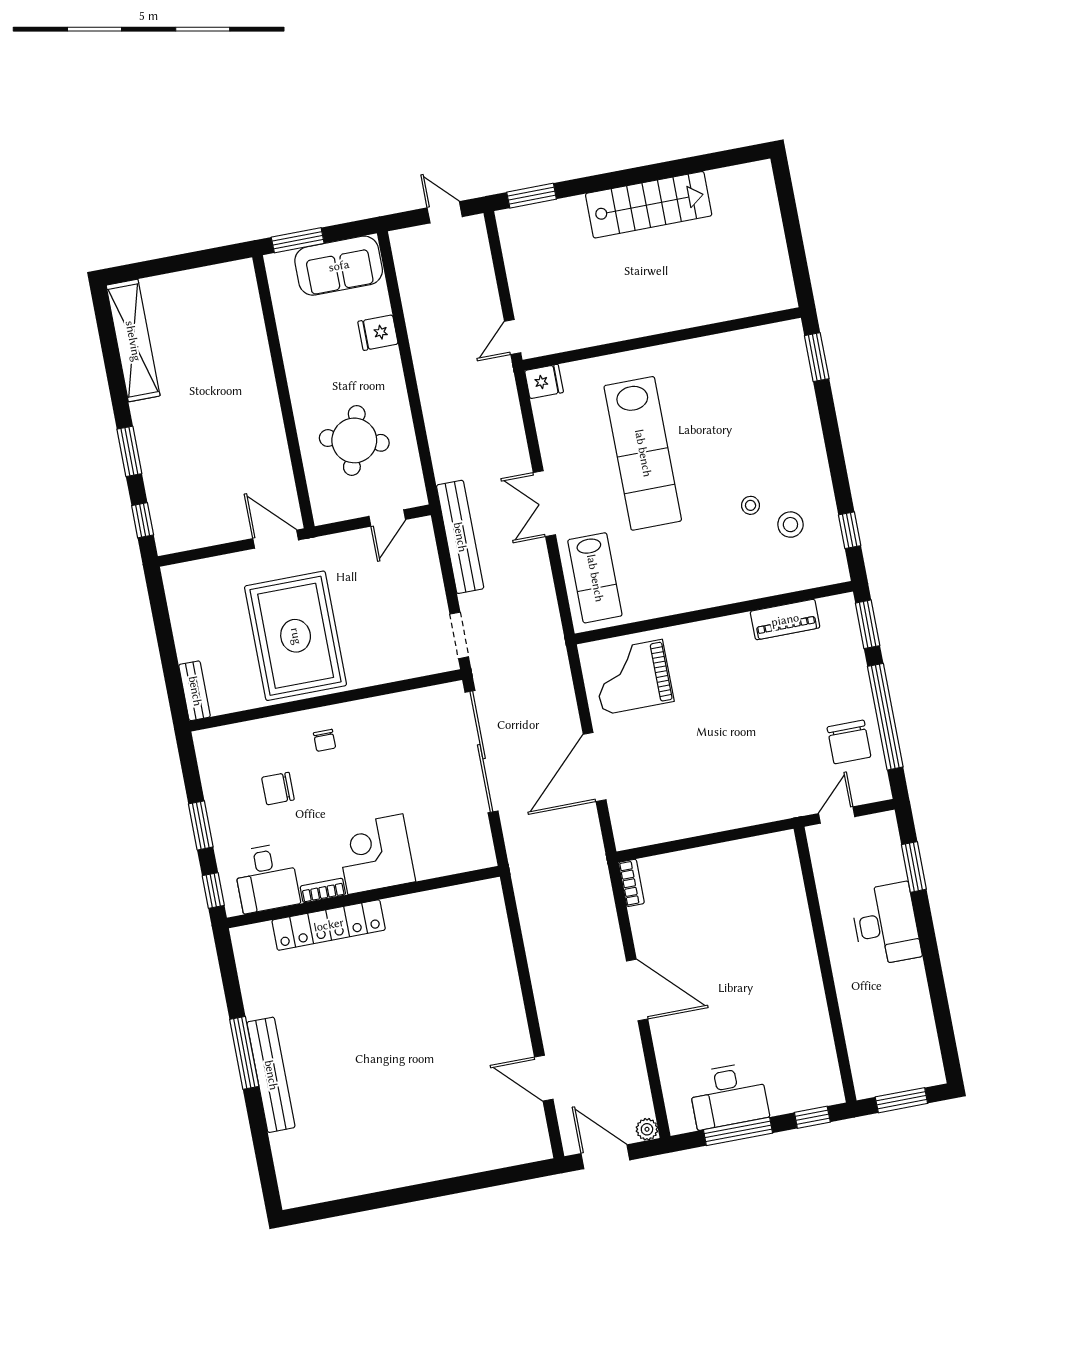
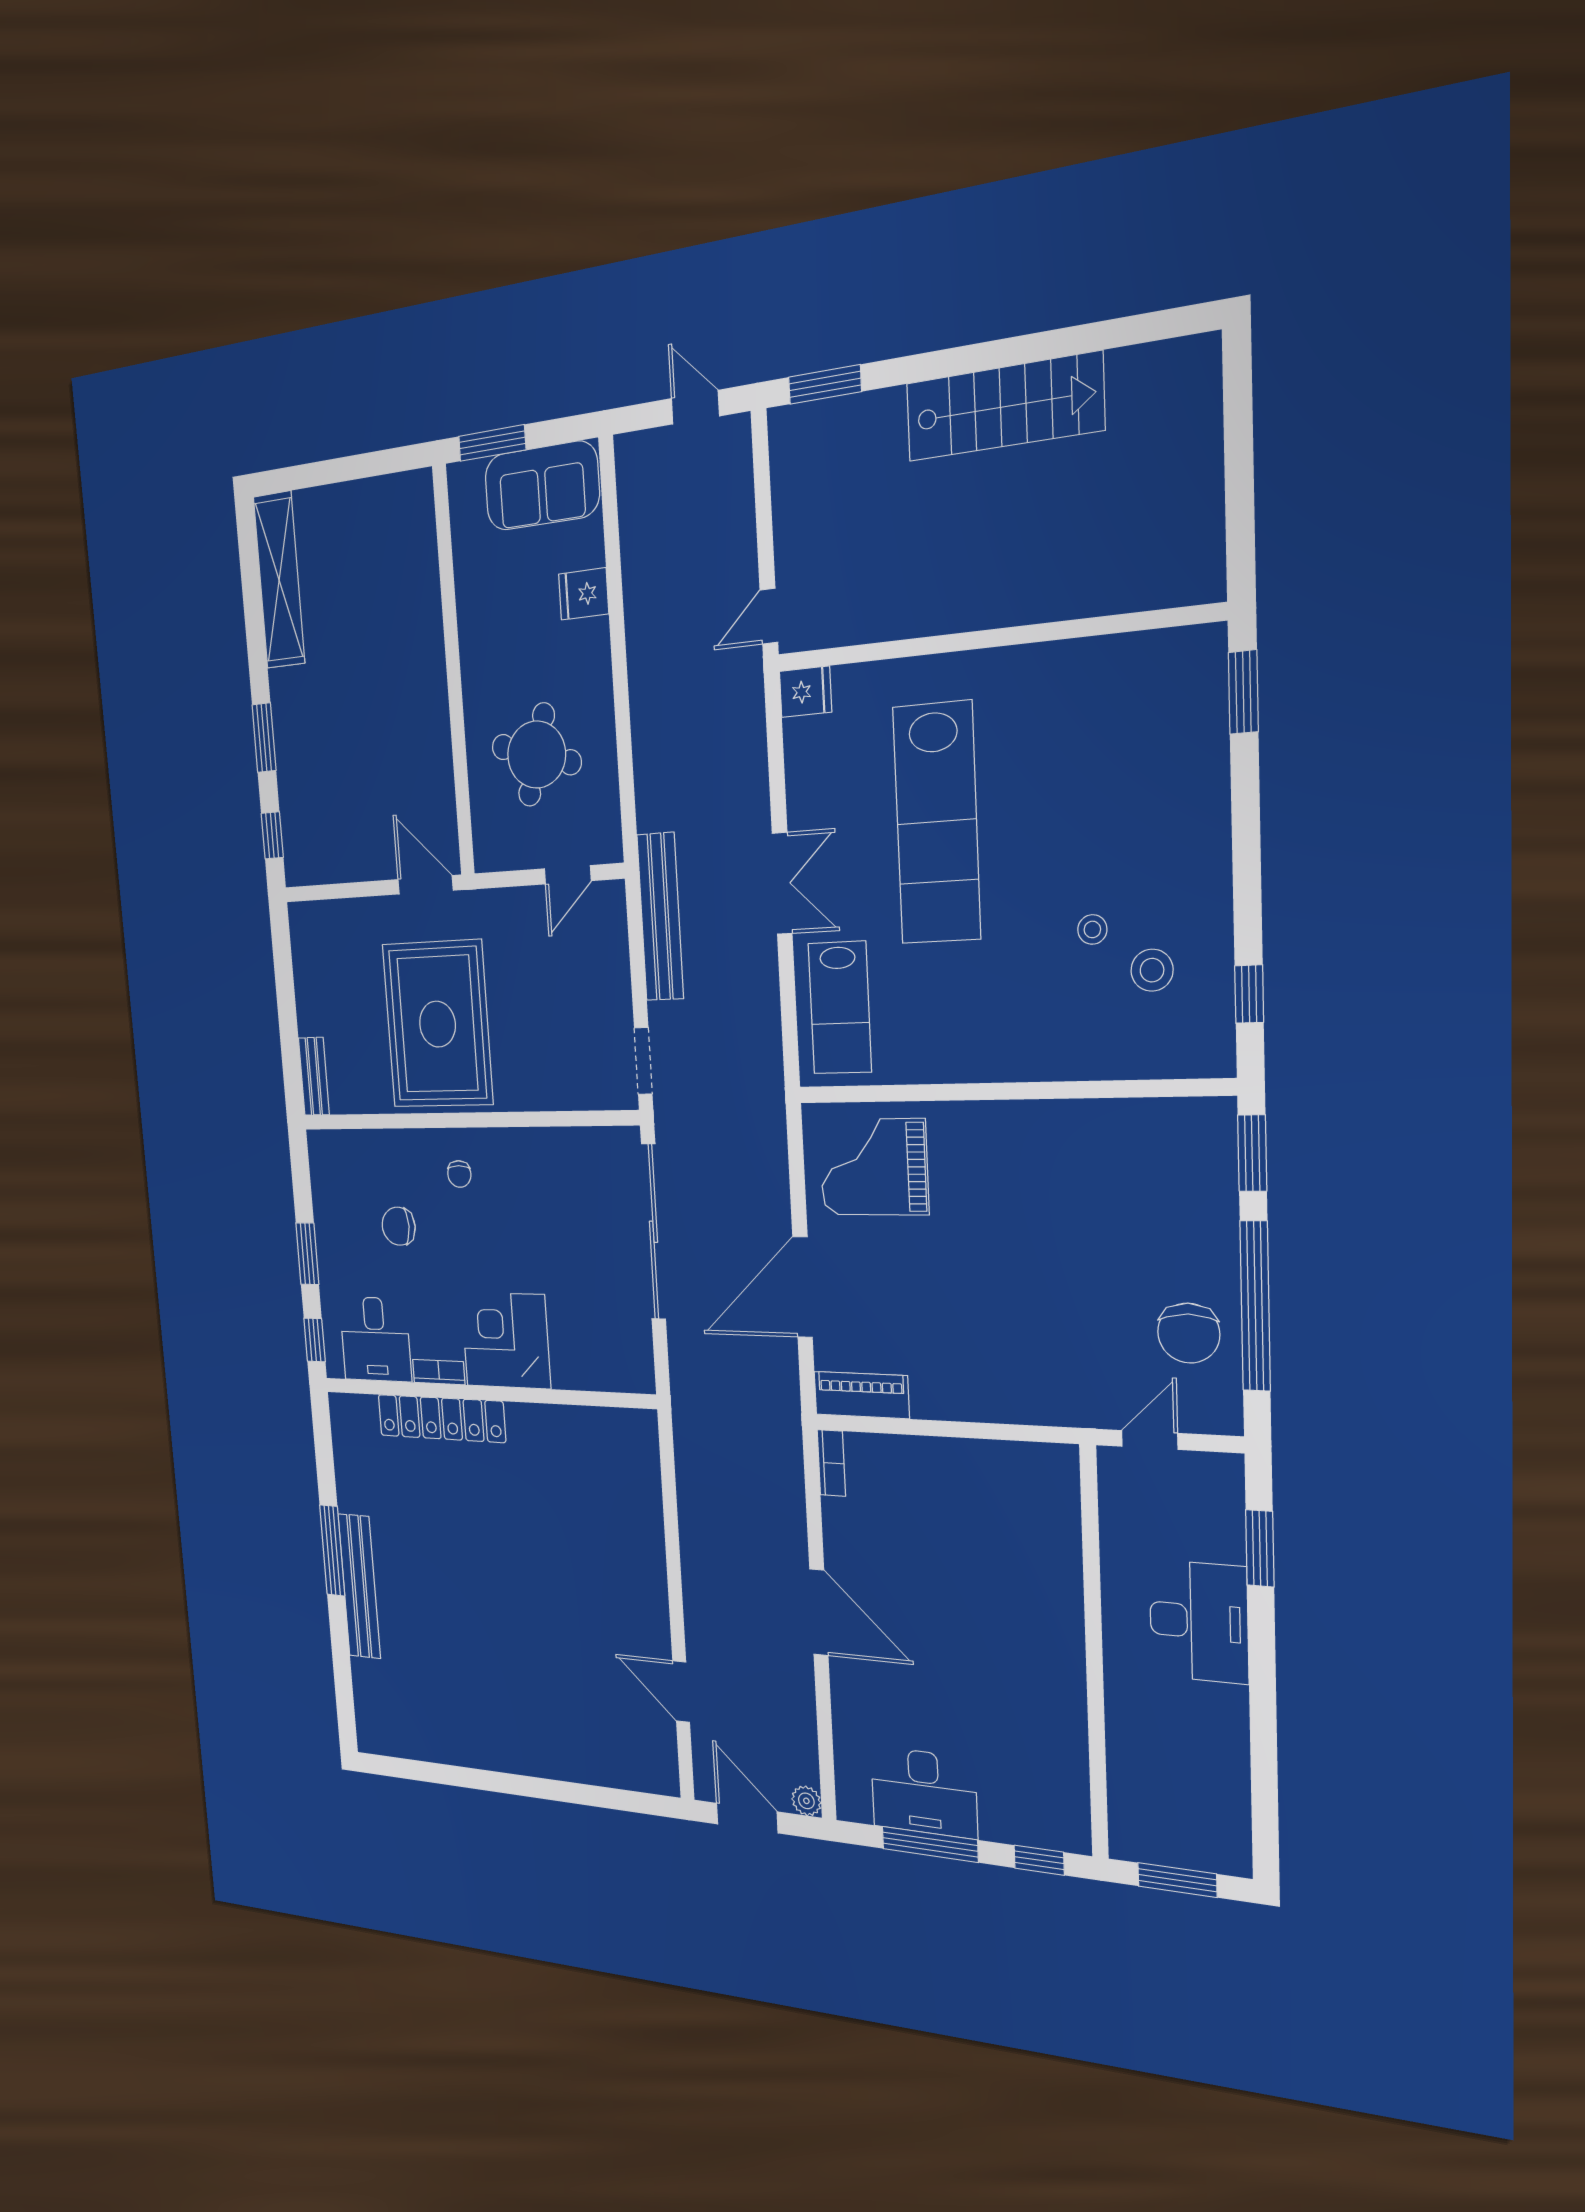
double door: (544, 504) -> (782, 883), swing flipped
piano: (785, 620) -> (861, 1395), moved, turned 180

